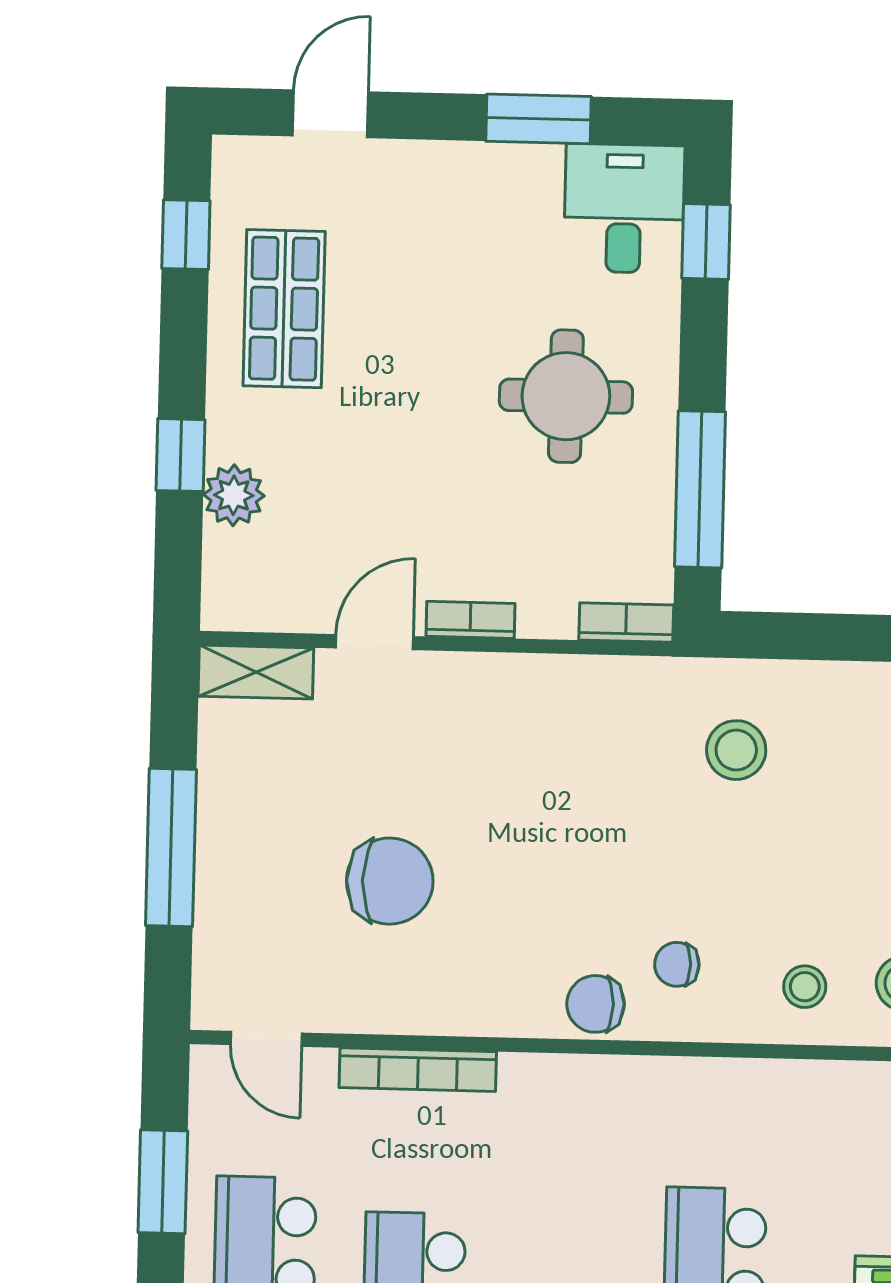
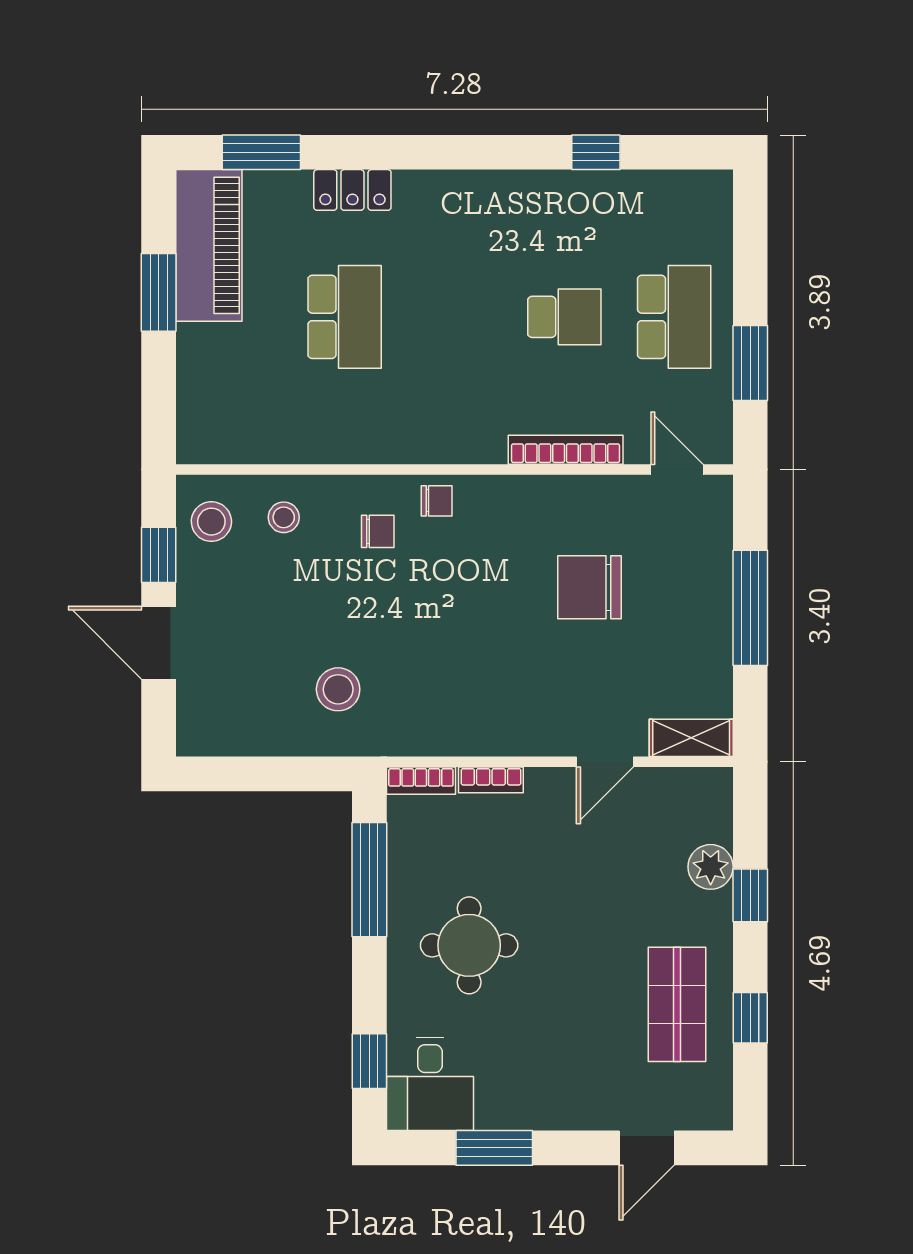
window: (186, 235) -> (750, 1018), moved
bookcase: (471, 620) -> (491, 780), moved
chair: (595, 1004) -> (437, 501), width x0.73, depth x0.73

